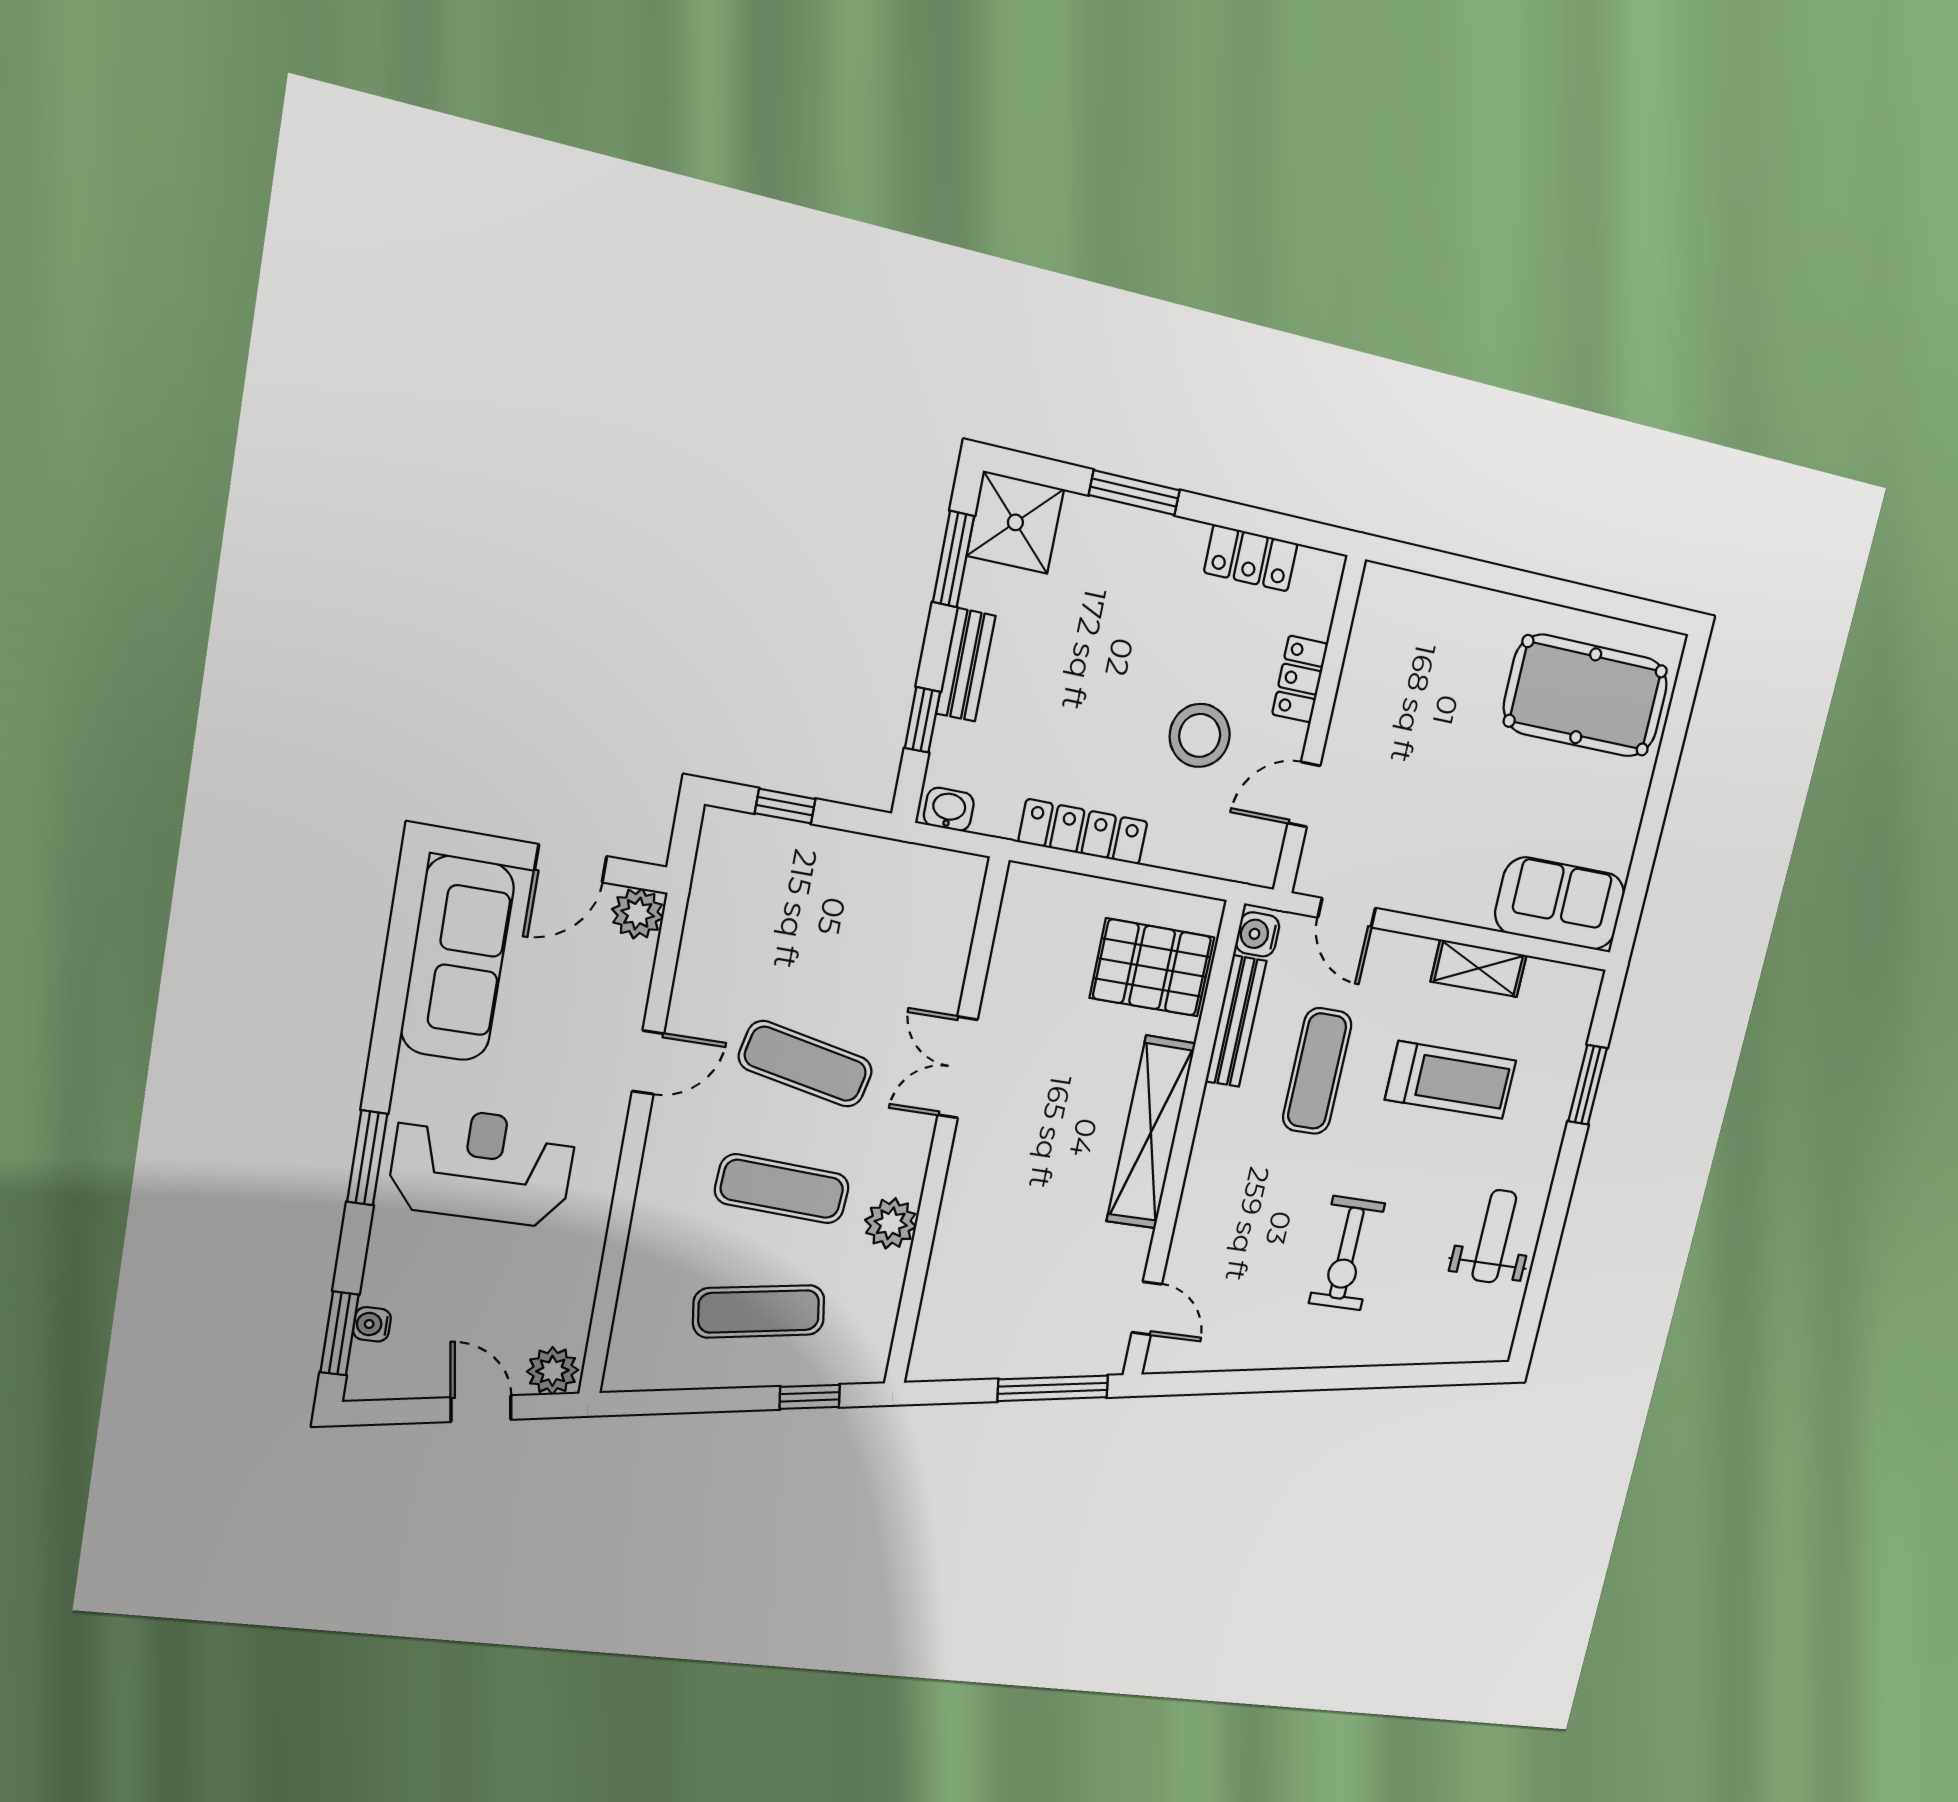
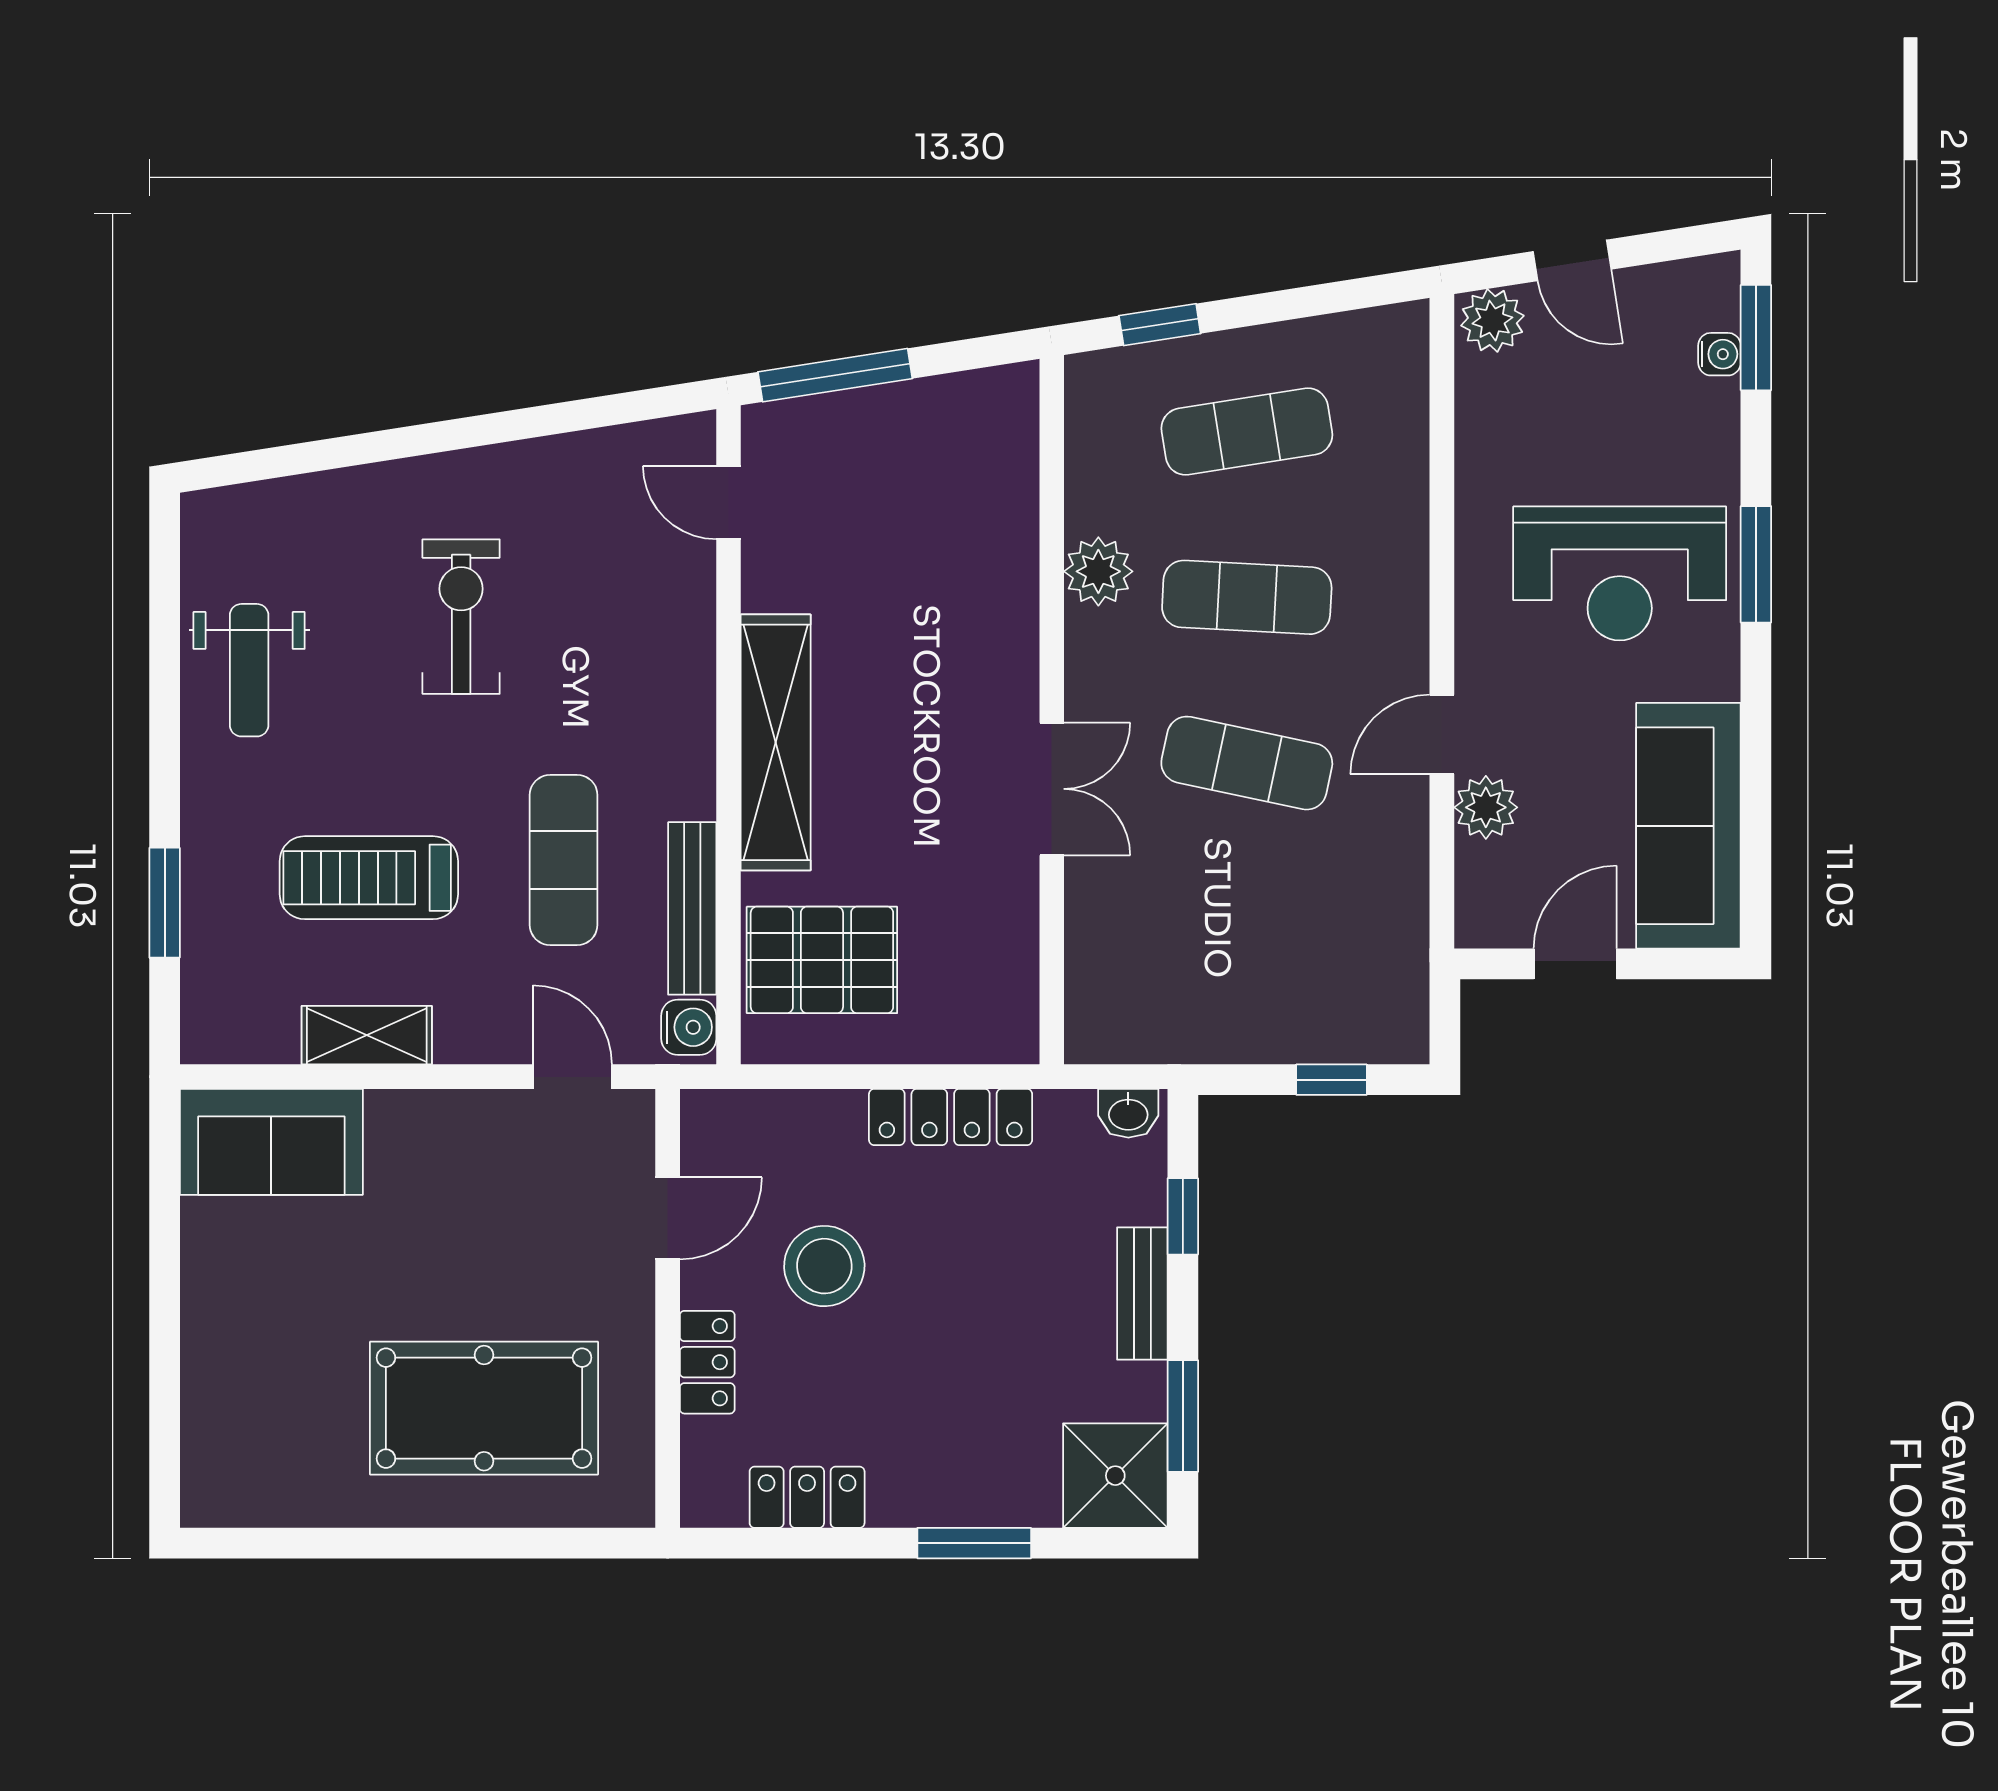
pool table: (1586, 696) -> (484, 1408), moved
plant: (638, 914) -> (1486, 807), moved

